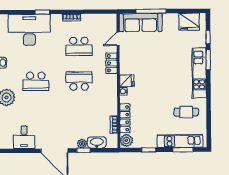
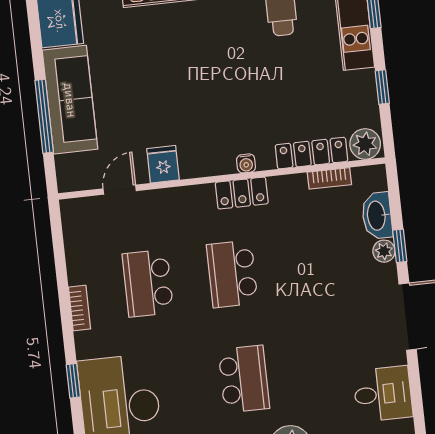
sofa: (141, 23) -> (70, 100), moved
door: (118, 39) -> (120, 190), swing flipped
school desk: (79, 46) -> (148, 283), turned 180
locker: (111, 63) -> (242, 193), moved
fridge: (127, 81) -> (163, 164), moved

